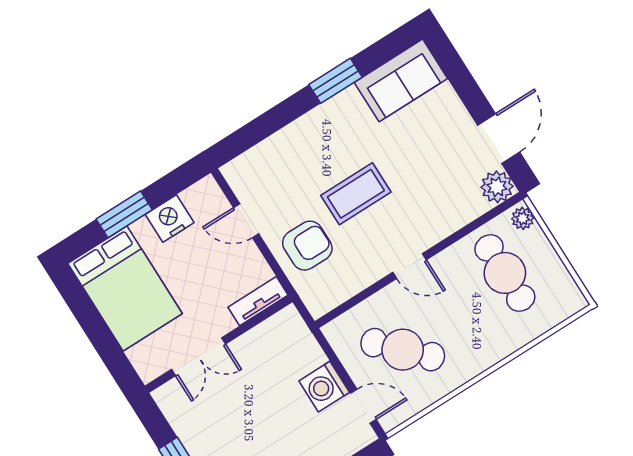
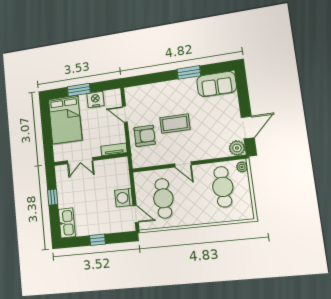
cafe table: (403, 350) -> (163, 198), turned 44

